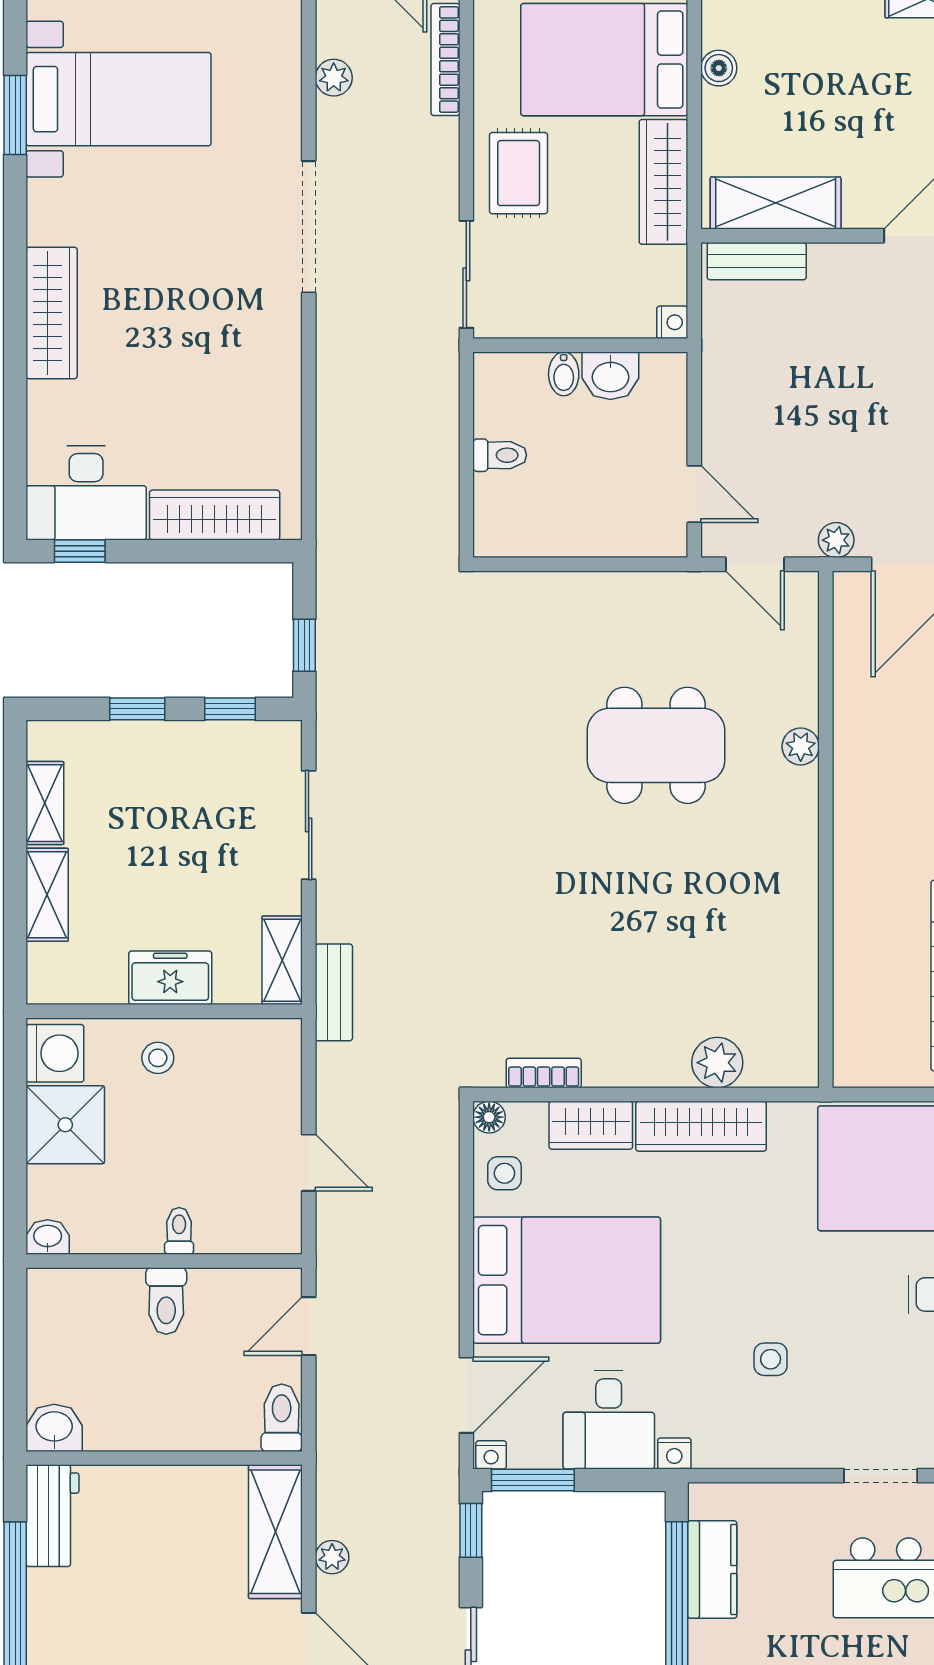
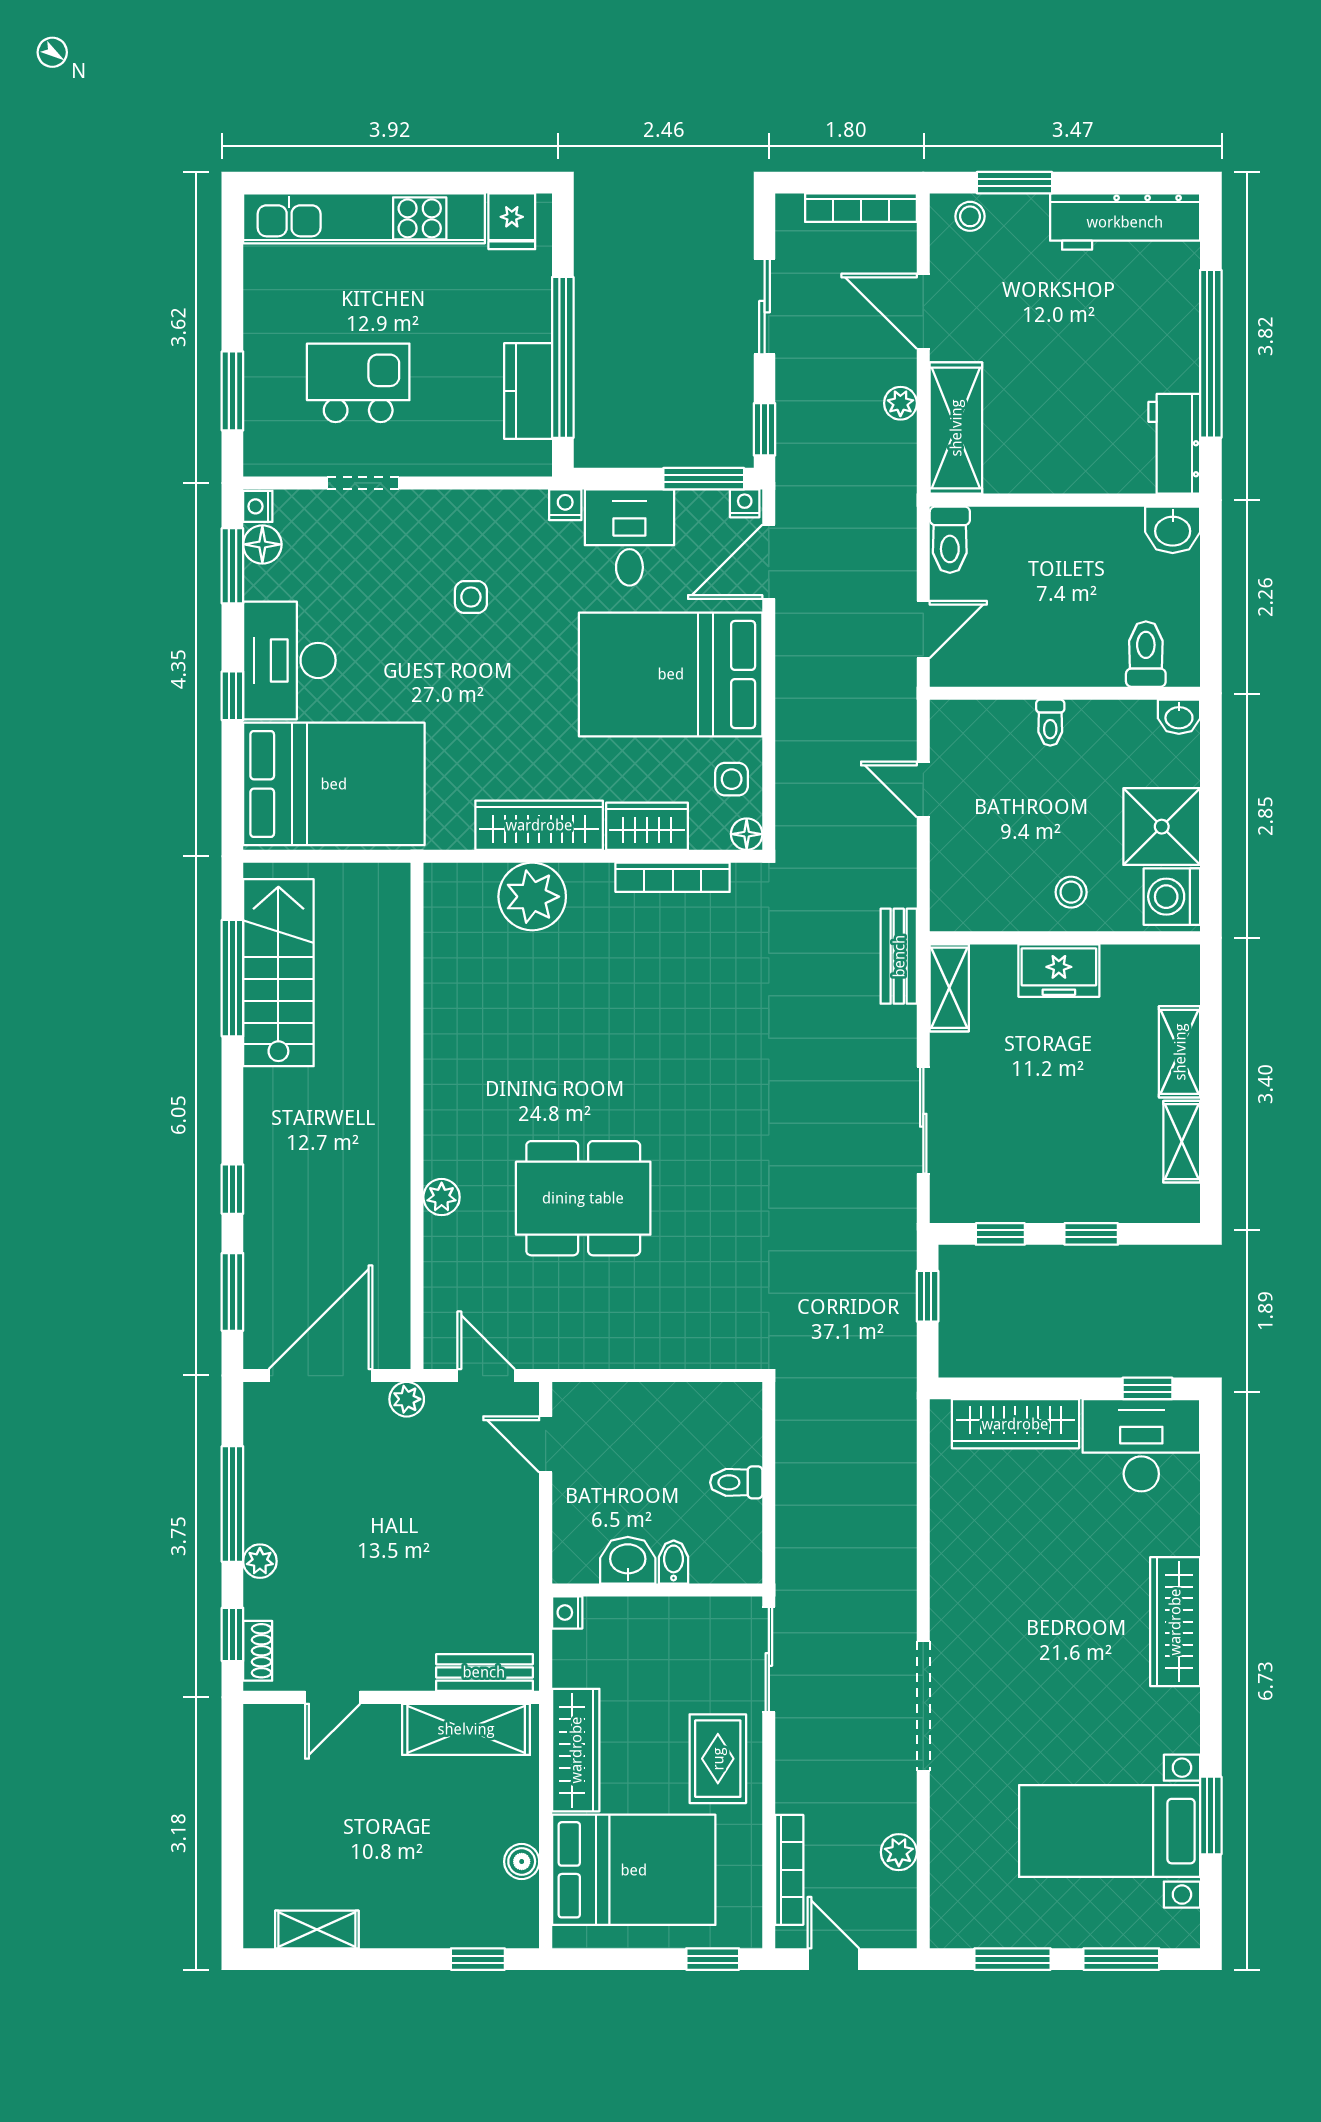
plant: (717, 1063) -> (532, 897), width x1.36, depth x1.36
bookcase: (544, 1073) -> (673, 877), width x1.56
toilet: (166, 1301) -> (1146, 654), moved

